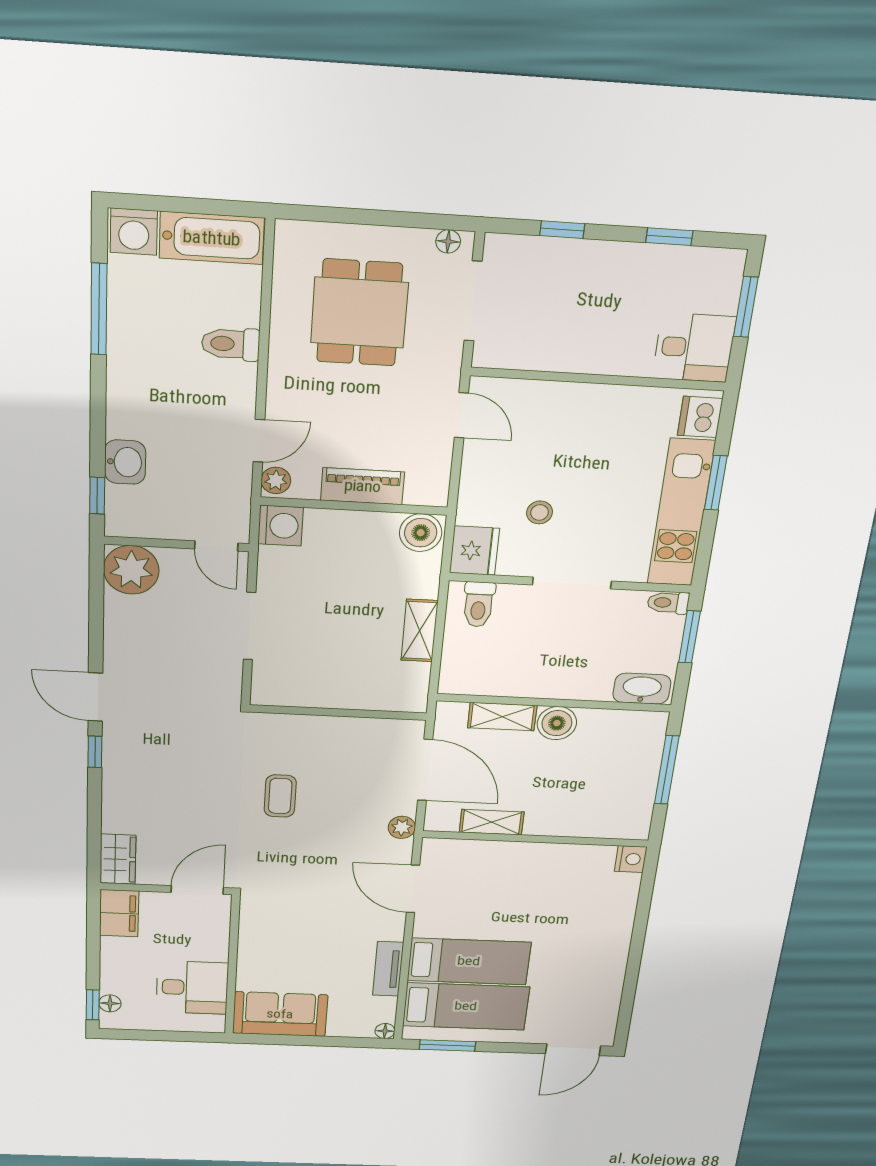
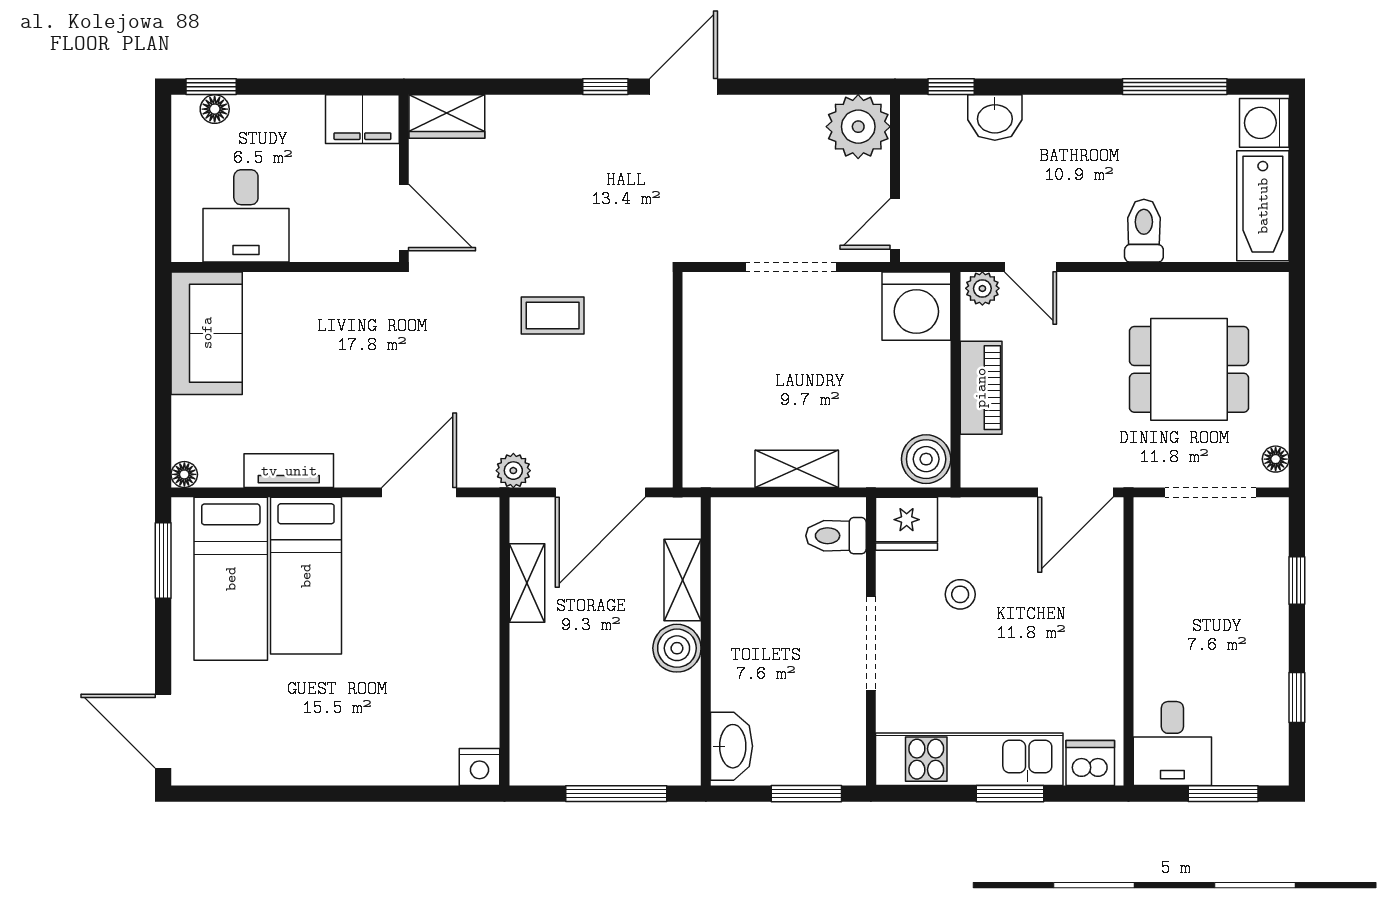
door: (461, 415) -> (1075, 492), width x1.38
washing machine: (281, 526) -> (916, 306), width x1.37, depth x1.37
toilet: (668, 603) -> (851, 761), removed

